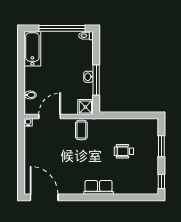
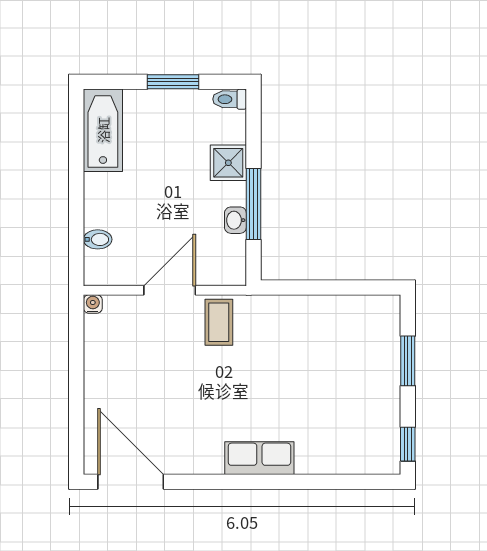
window: (62, 28) -> (173, 82), width x0.47
washbasin: (88, 77) -> (235, 220), moved
shower: (85, 107) -> (228, 163), moved
door: (50, 116) -> (170, 290), moved
wheelchair: (124, 151) -> (320, 373), removed

